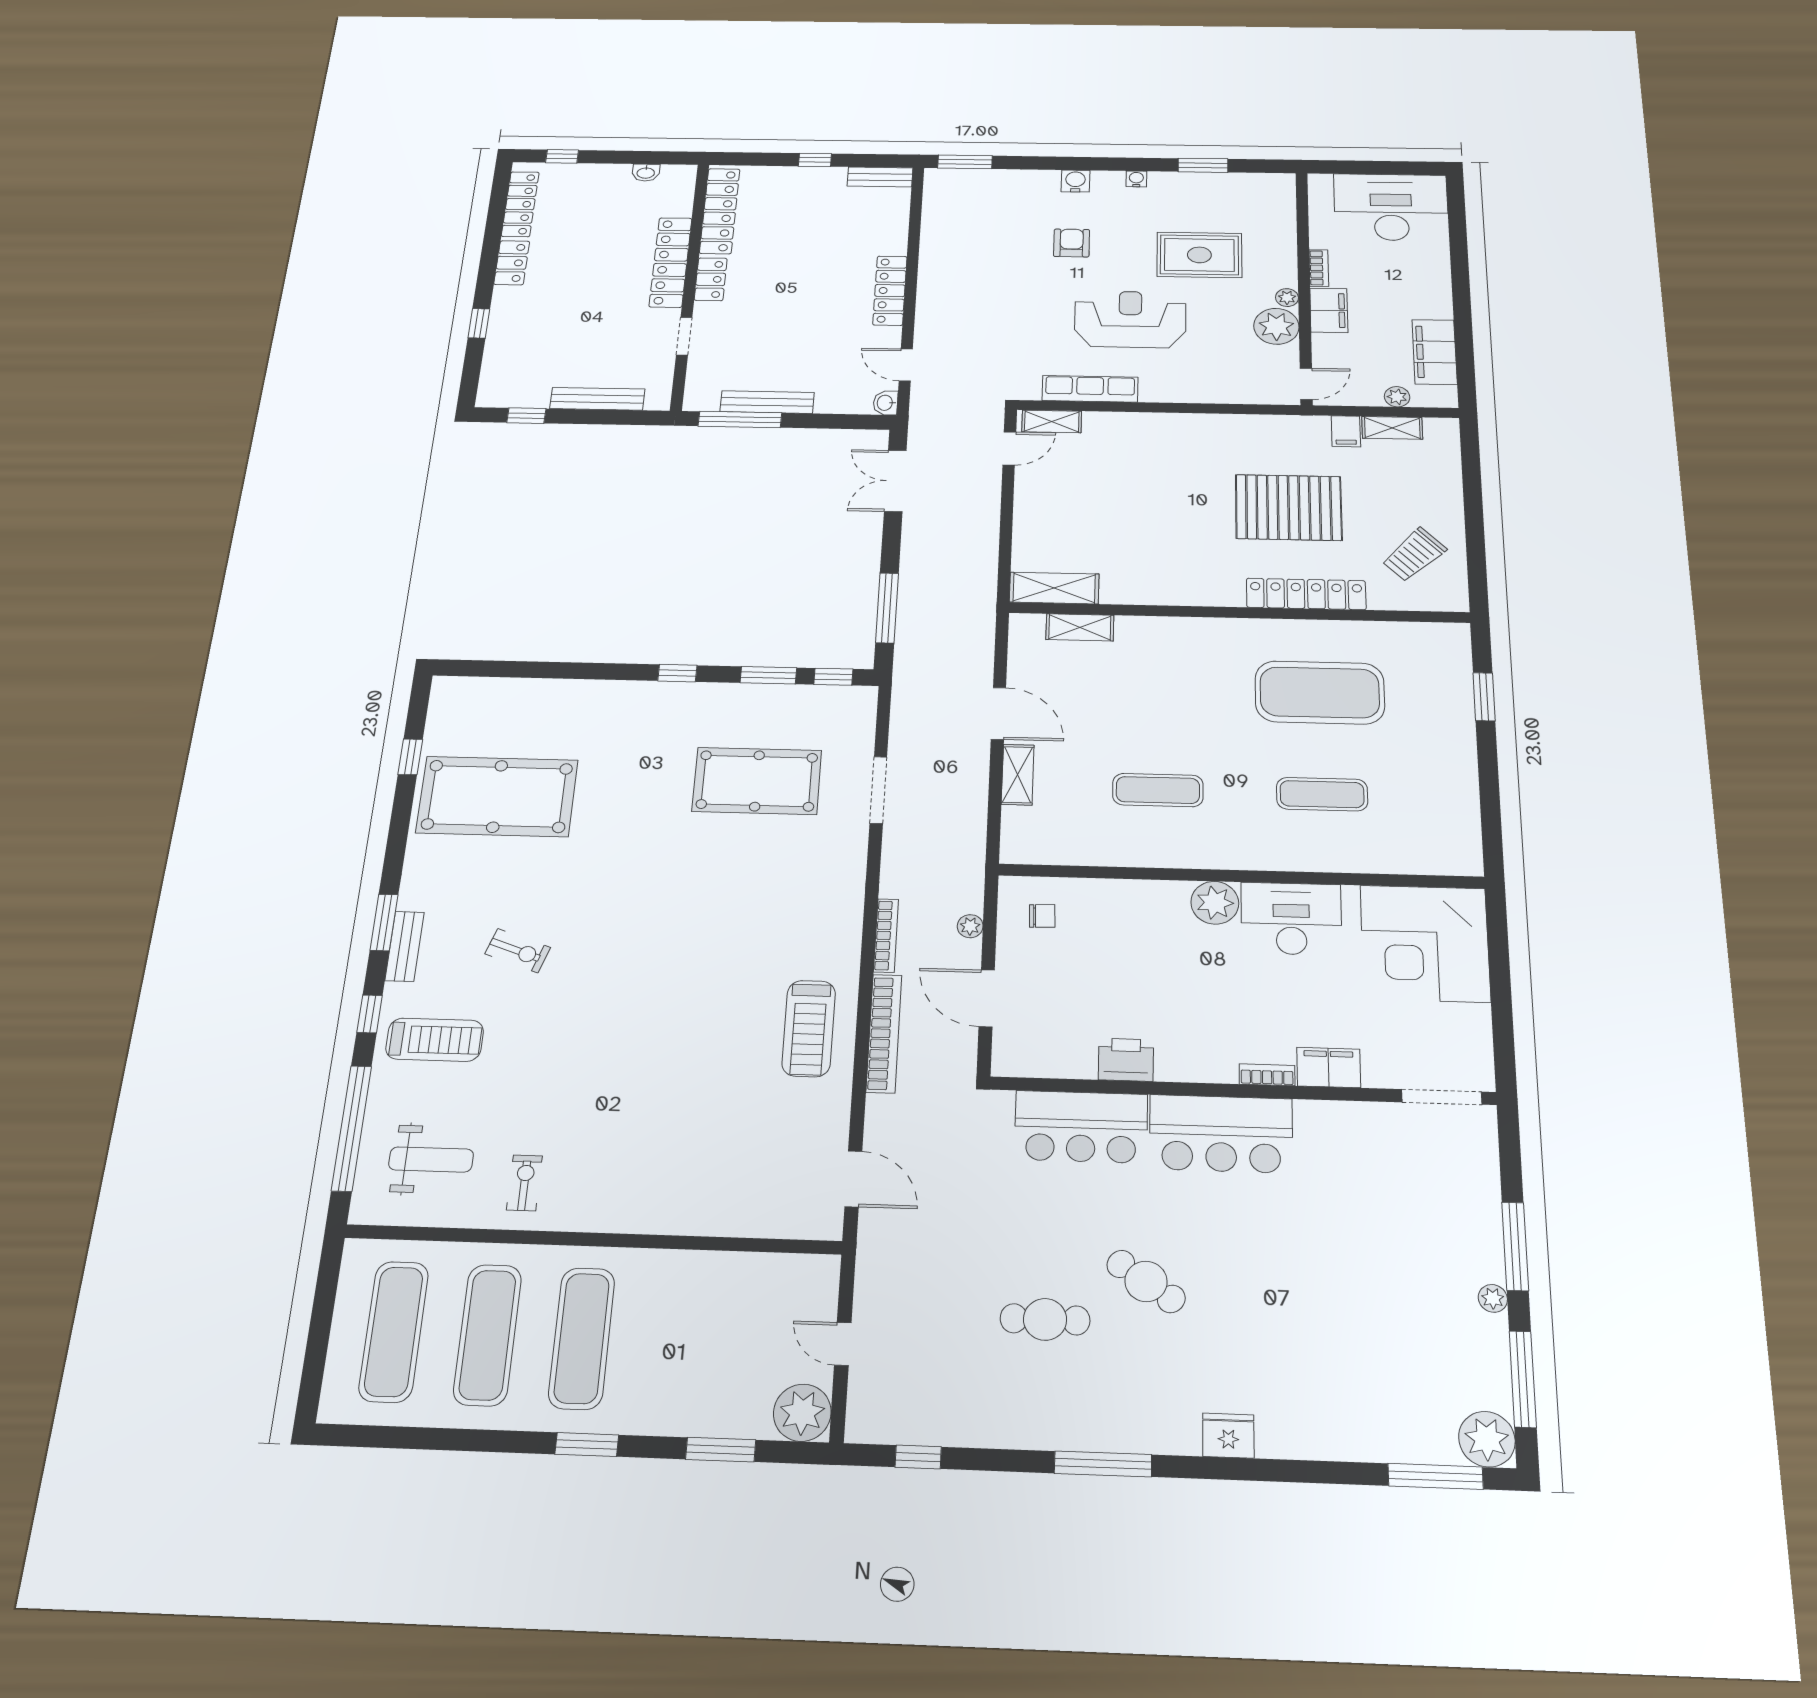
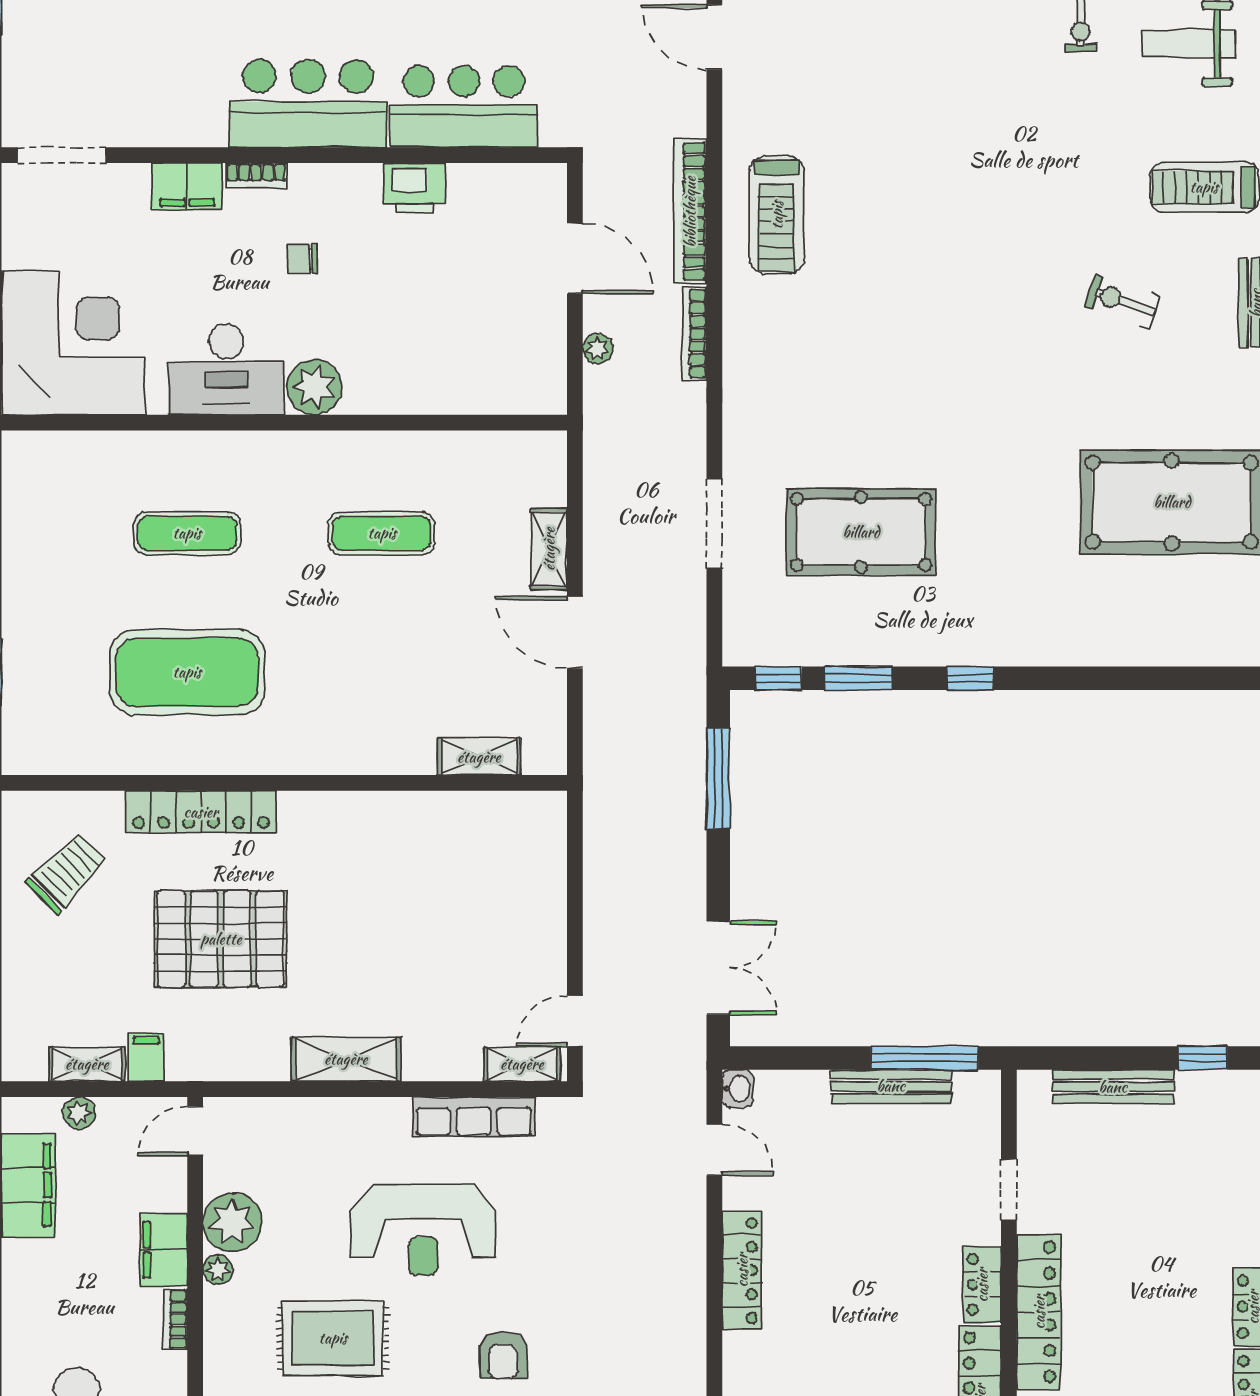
shelving: (1054, 588) -> (346, 1059), moved
chair: (1042, 916) -> (302, 259), moved
treadmill: (809, 1028) -> (777, 215), turned 180

